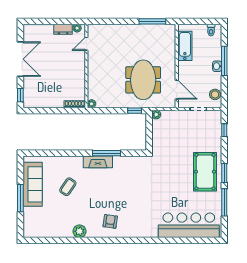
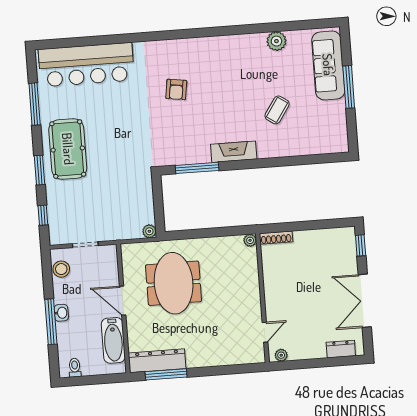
dresser: (63, 29) -> (341, 349), moved
dresser: (158, 31) -> (157, 361), added
door: (177, 90) -> (123, 301), moved
window: (135, 111) -> (183, 235), removed
window: (107, 153) -> (197, 168), moved
window: (224, 173) -> (39, 170), moved
sofa: (33, 184) -> (328, 65), moved
armchair: (110, 221) -> (176, 89), moved
plant: (80, 231) -> (276, 41), moved

